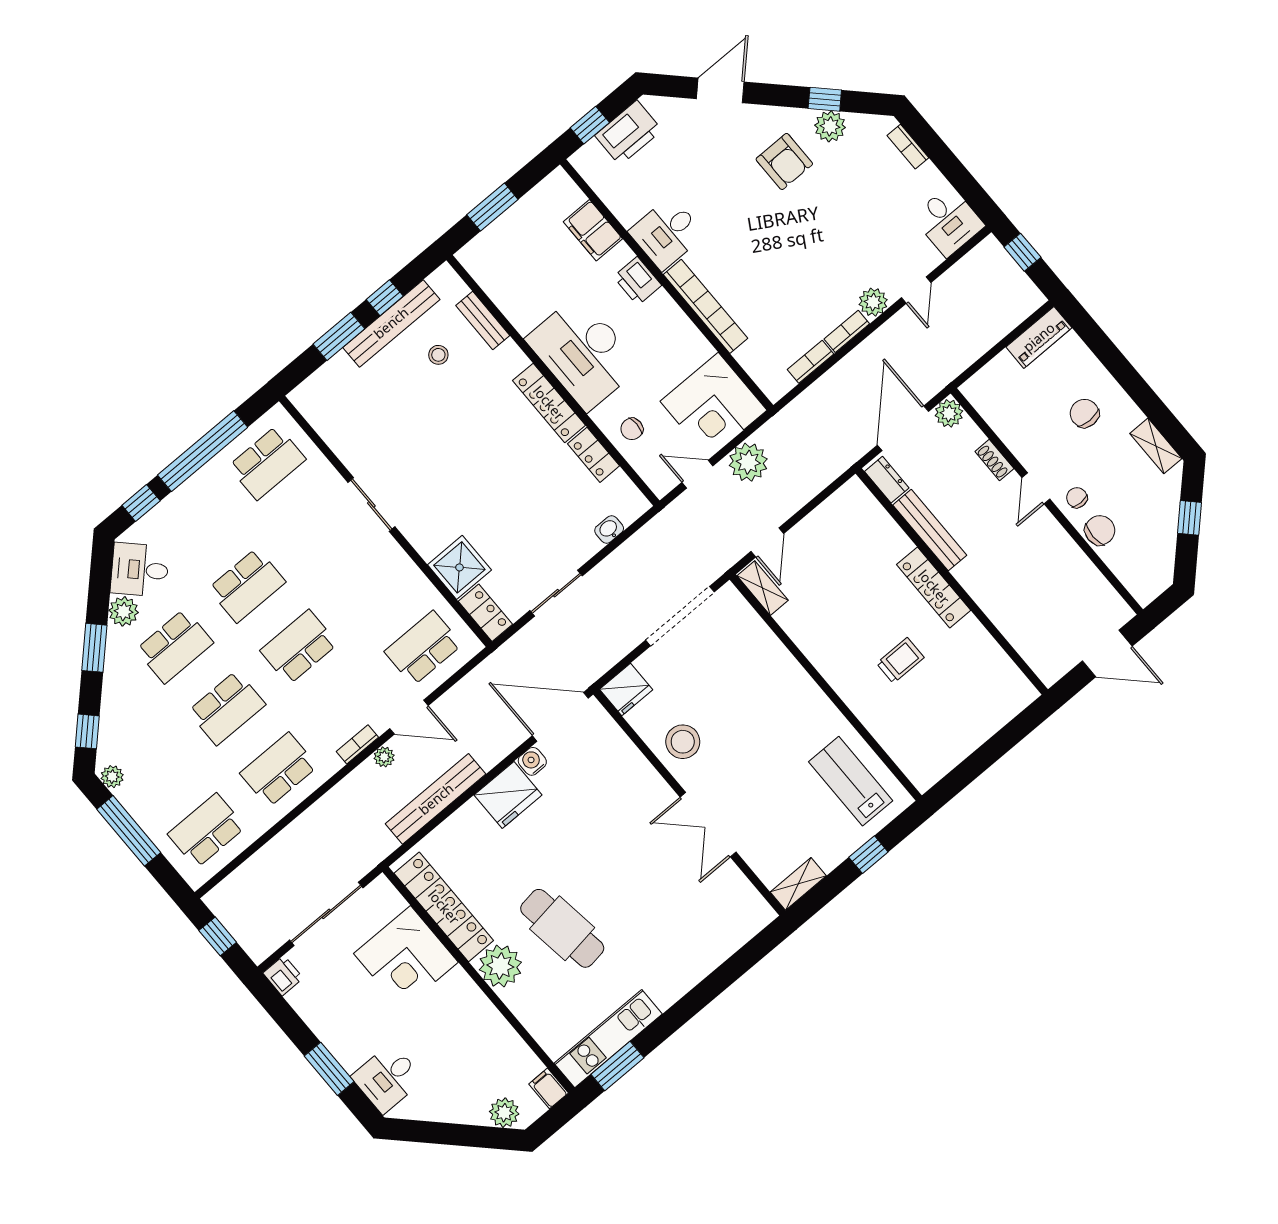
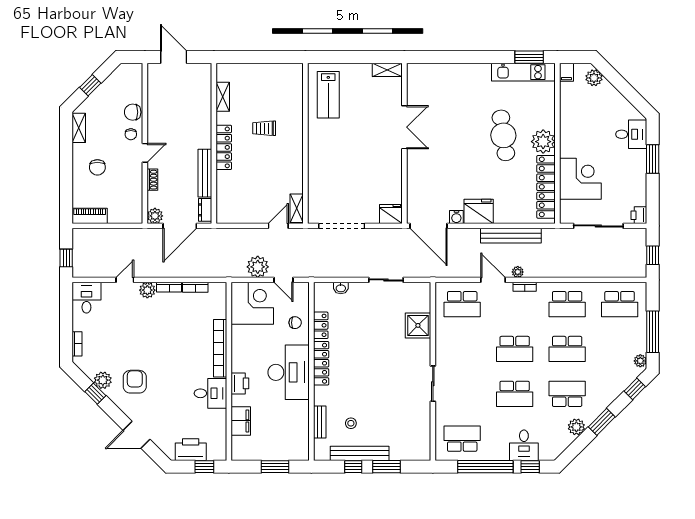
desk: (140, 570) -> (524, 445), moved, turned 45
school desk: (247, 585) -> (515, 394), turned 180
locker: (485, 613) -> (423, 297), removed
shelving: (994, 656) -> (223, 97), added
school desk: (227, 708) -> (567, 349), turned 180
stool: (683, 742) -> (385, 172), removed
window: (868, 855) -> (347, 57), removed

